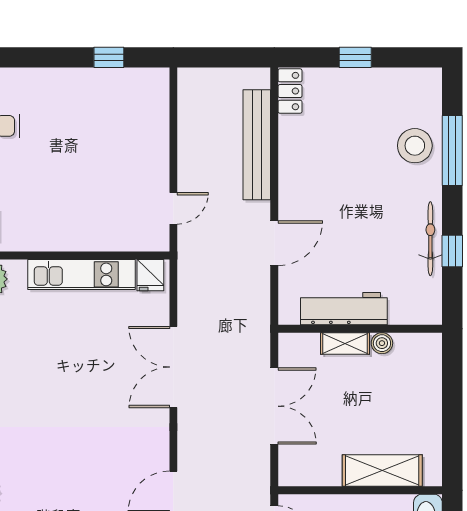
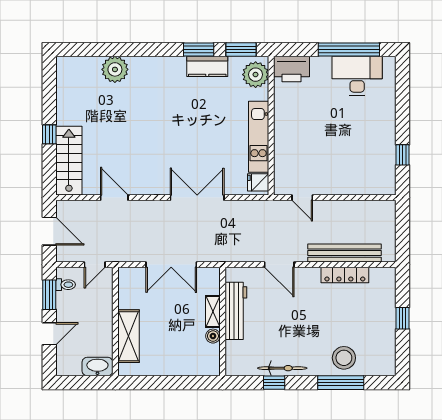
locker: (290, 91) -> (345, 275), moved, width x1.53

